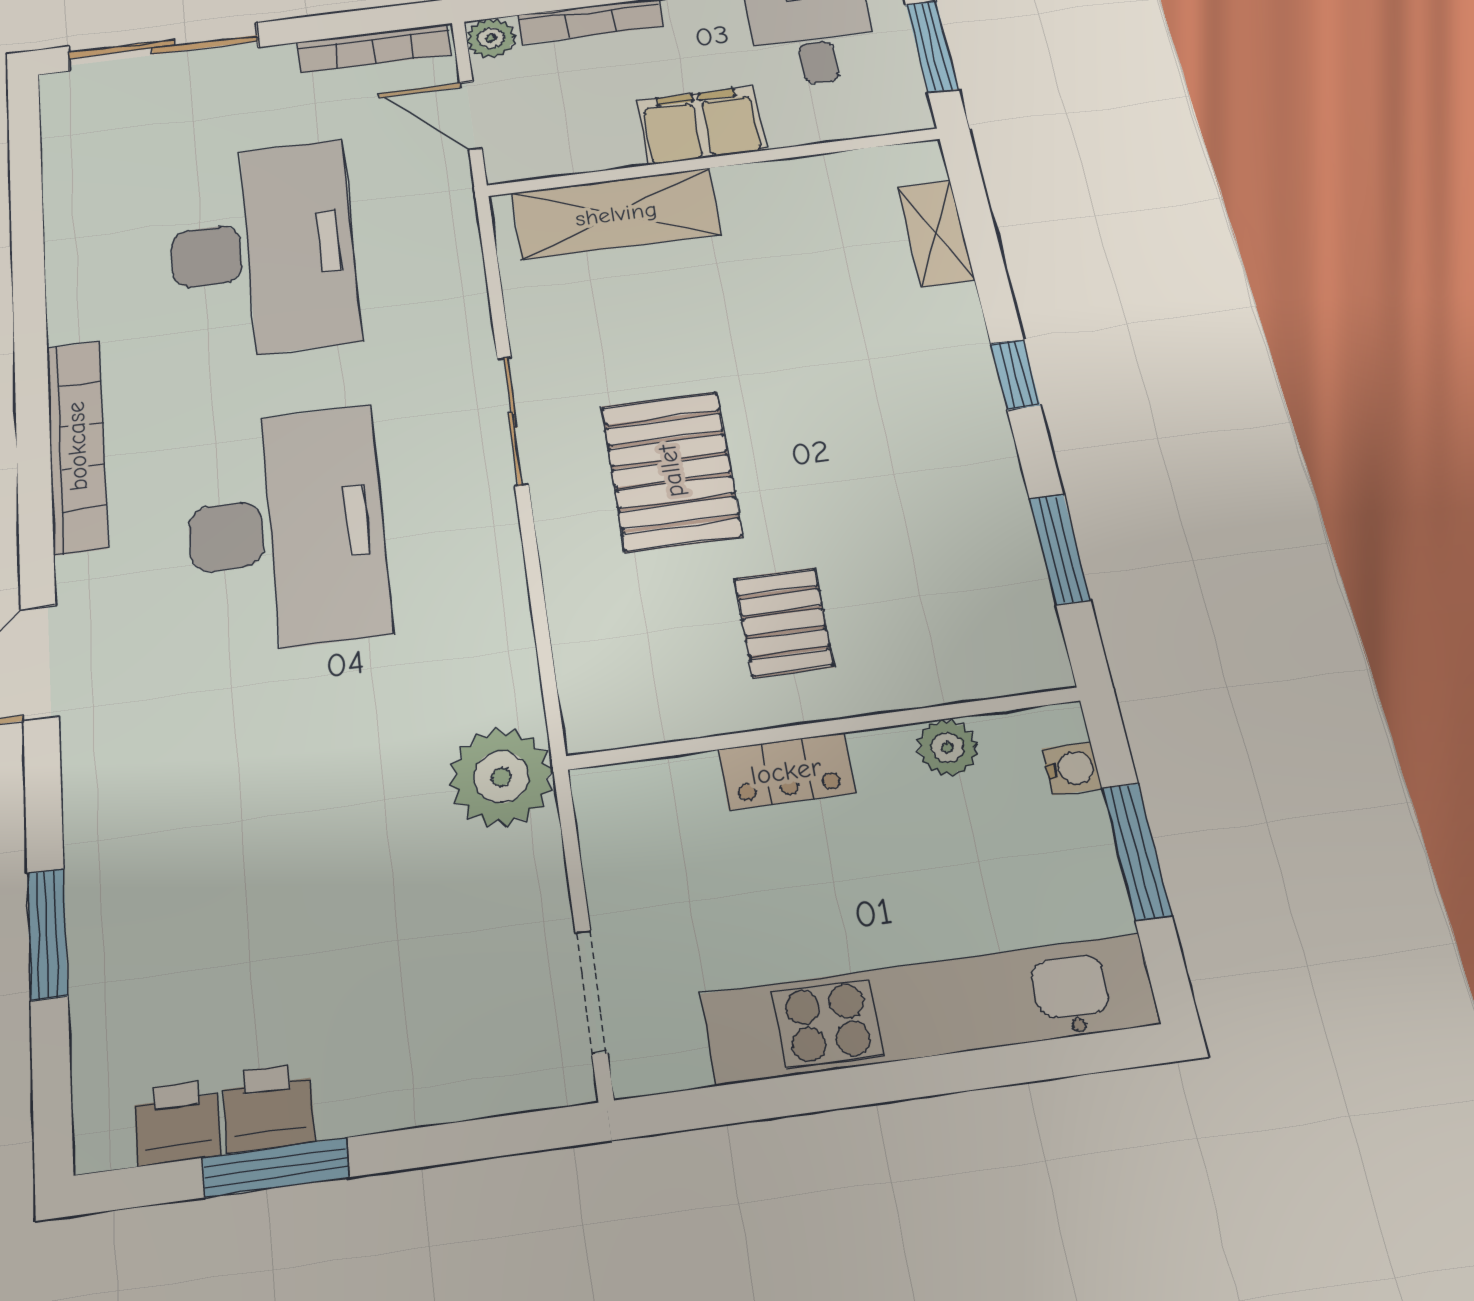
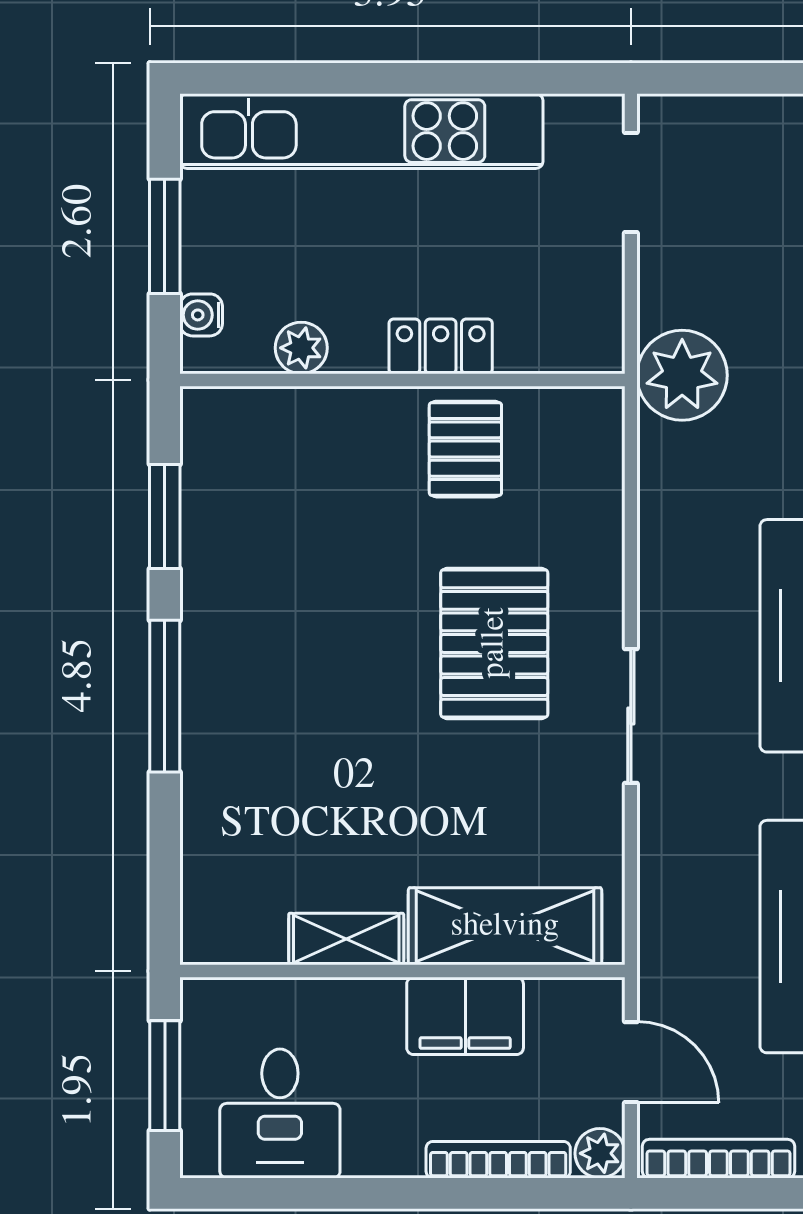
filing cabinet: (701, 125) -> (465, 1016), moved
shelving: (936, 233) -> (346, 939), moved, turned 90
window: (1015, 374) -> (165, 696), width x2.17
pallet: (784, 622) -> (465, 449), moved

